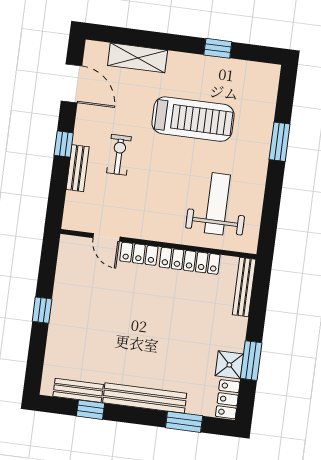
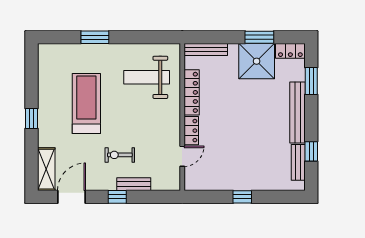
window: (218, 48) -> (32, 118), moved
shelving: (138, 58) -> (46, 169), moved
shower: (229, 365) -> (257, 61), width x1.86, depth x1.86

